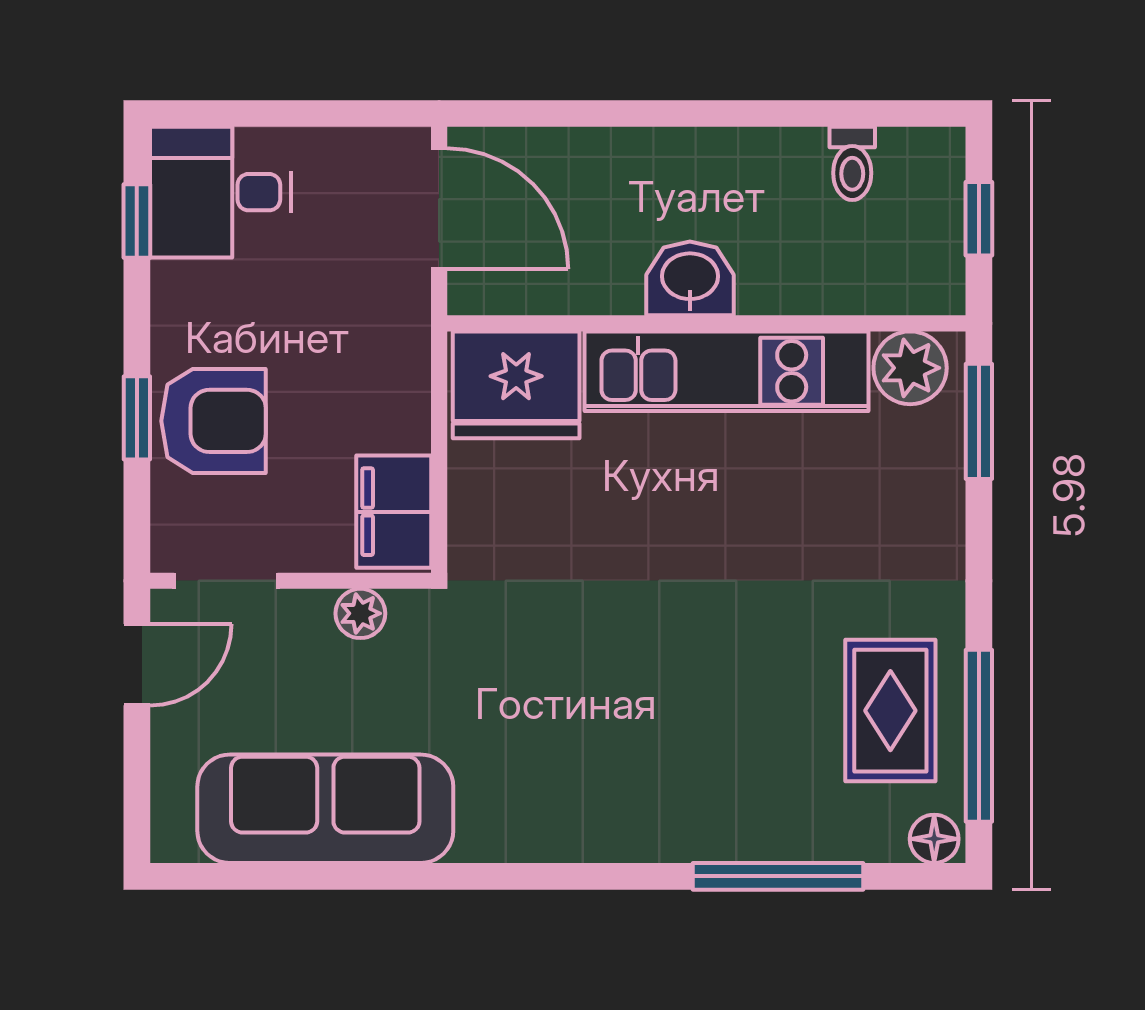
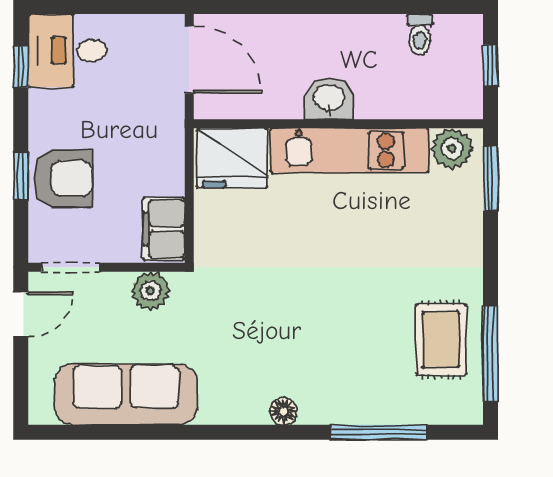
plant: (360, 613) -> (151, 291), width x1.38, depth x1.38
floor lamp: (934, 839) -> (284, 411), moved

